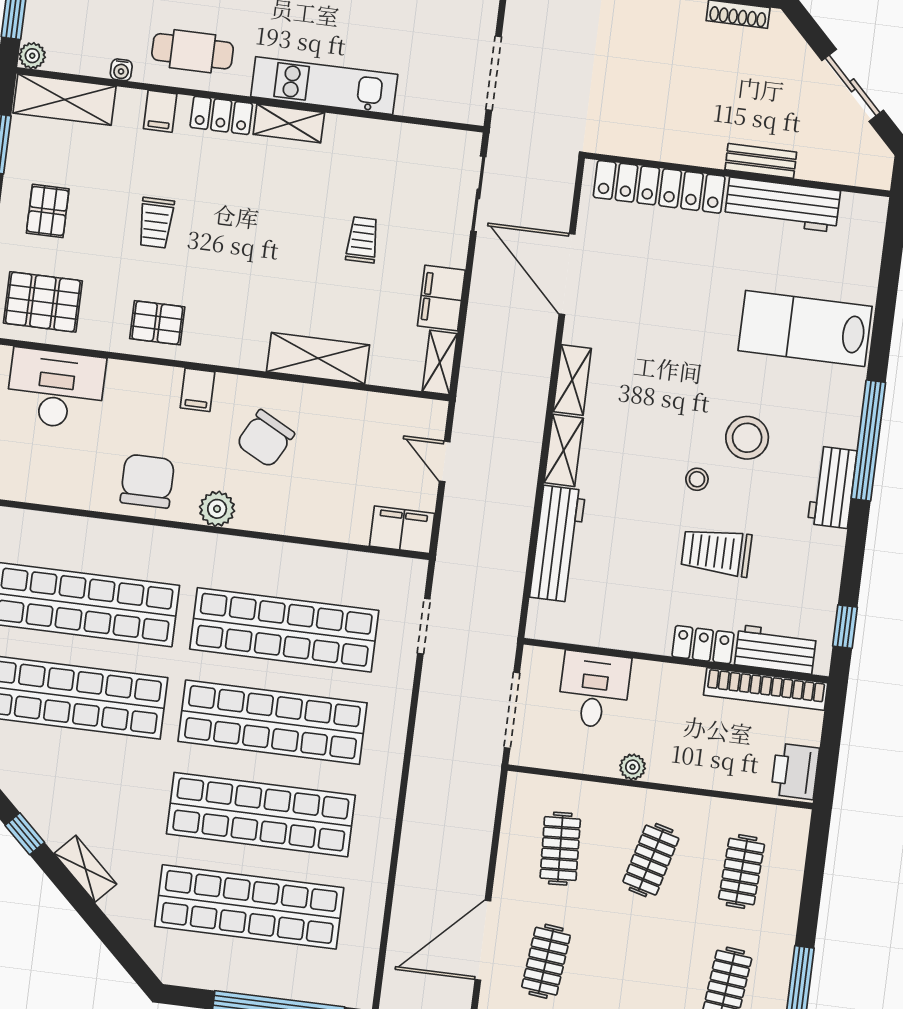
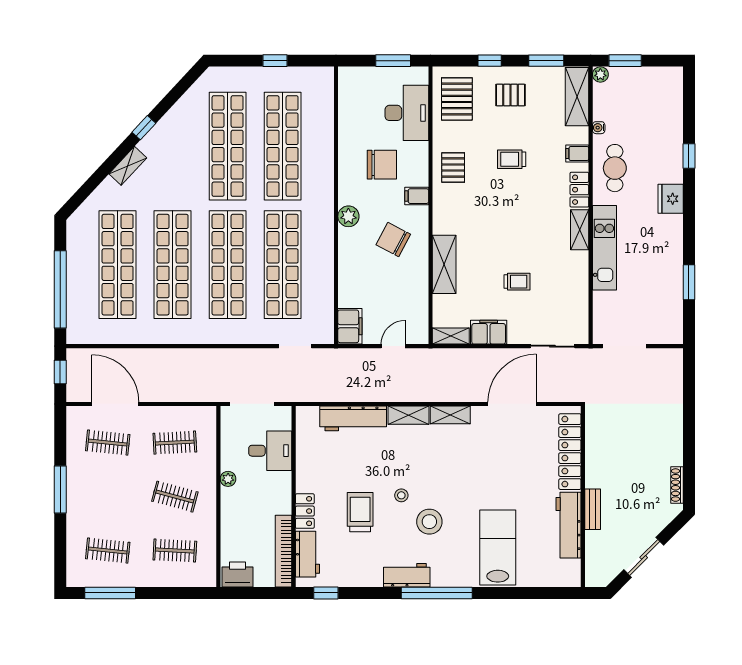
chair: (147, 481) -> (382, 165), moved

